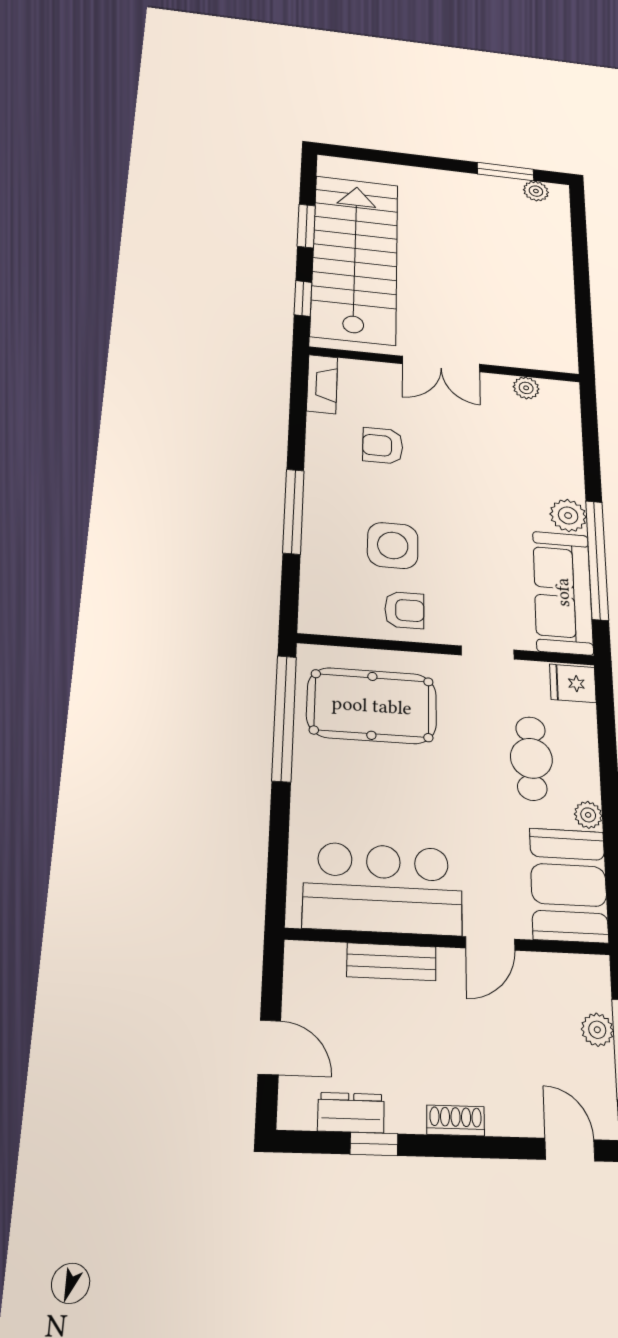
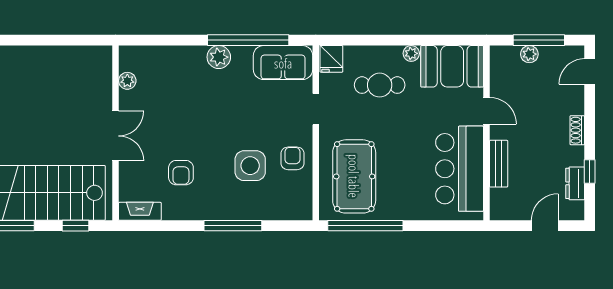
sofa: (563, 592) -> (283, 63), width x0.73

